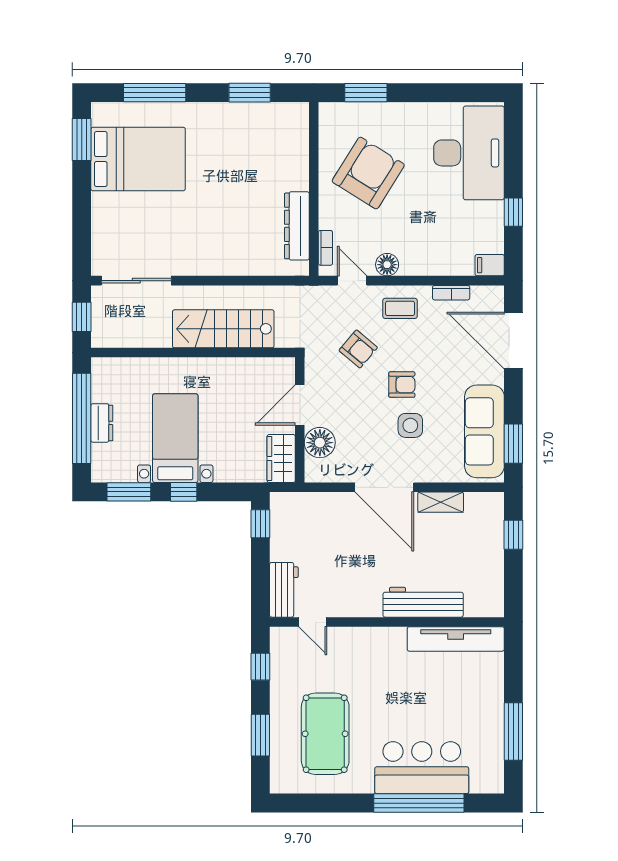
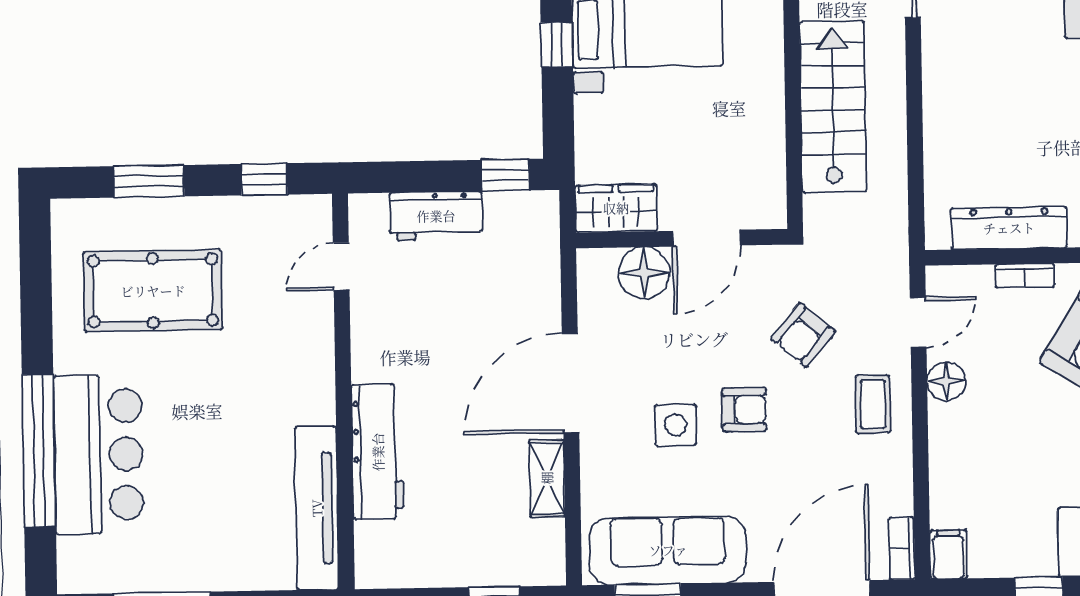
bookcase: (325, 248) -> (1025, 276), moved
bookcase: (451, 293) -> (902, 548), moved
armchair: (402, 385) -> (744, 410), turned -90
door: (300, 405) -> (707, 238), swing flipped
workbench: (284, 590) -> (436, 216), moved

